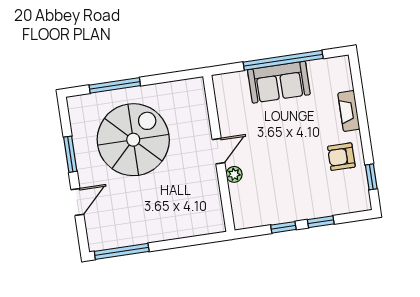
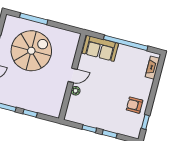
sofa: (279, 82) -> (100, 48), moved
fireplace: (349, 111) -> (152, 68), moved
window: (175, 243) -> (30, 113), added

